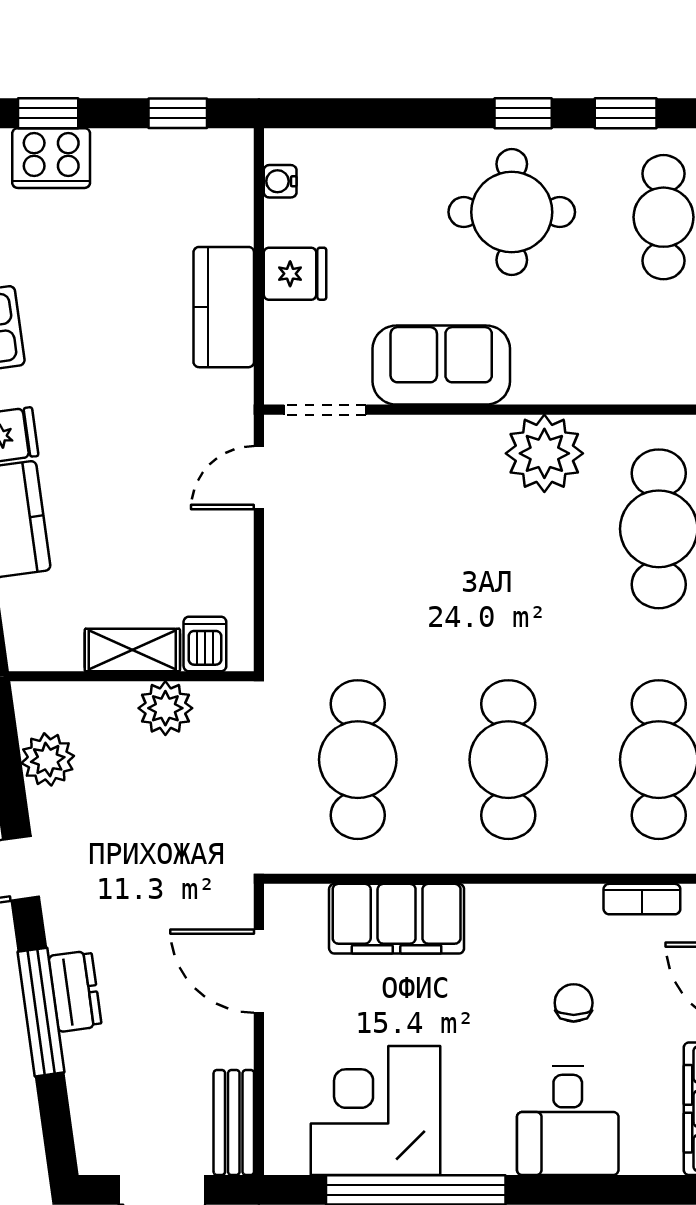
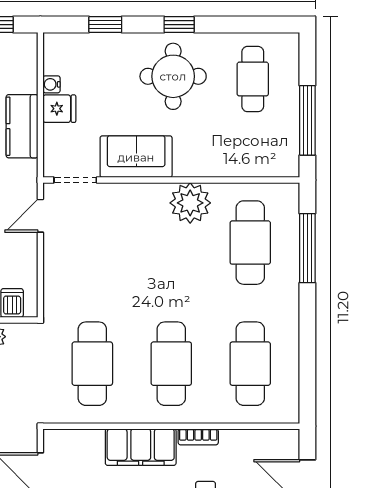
window: (626, 113) -> (105, 25), moved
water cooler: (280, 181) -> (52, 84), moved
bookcase: (642, 899) -> (198, 437), moved
filing cabinet: (397, 919) -> (141, 447), moved

